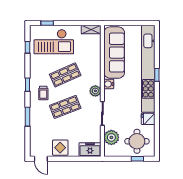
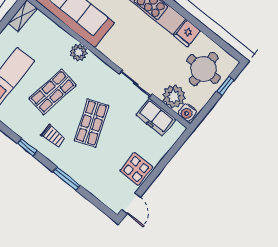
shop shelf: (65, 75) -> (52, 92), turned 33
water cooler: (109, 84) -> (187, 112), moved
plant: (95, 91) -> (79, 52), moved
freezer: (90, 150) -> (156, 117), moved, turned -90
door: (41, 159) -> (131, 203), hinge flipped

